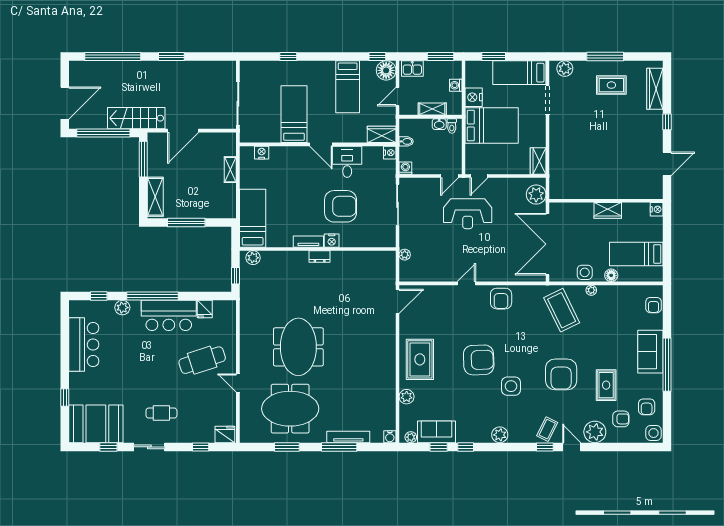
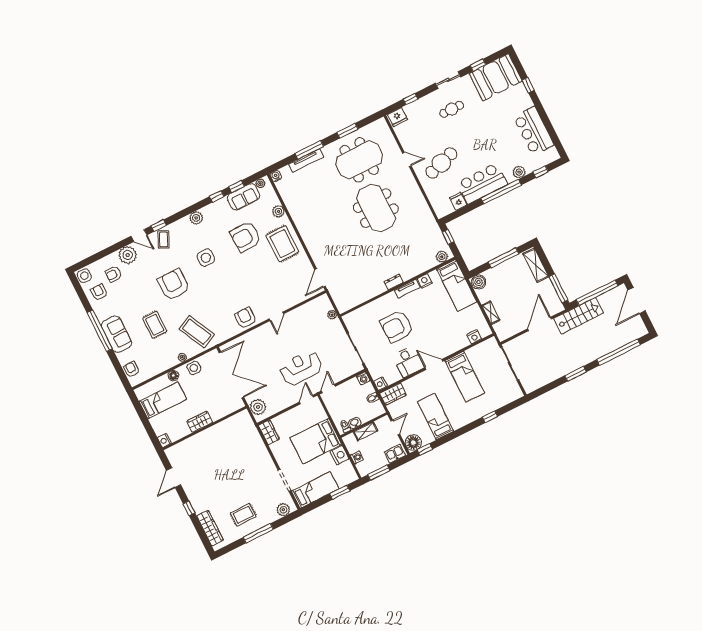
boiler: (227, 210) -> (479, 282), added
nightstand: (332, 241) -> (425, 281), moved
armchair: (479, 360) -> (246, 237), moved
rug: (606, 385) -> (155, 325), moved

